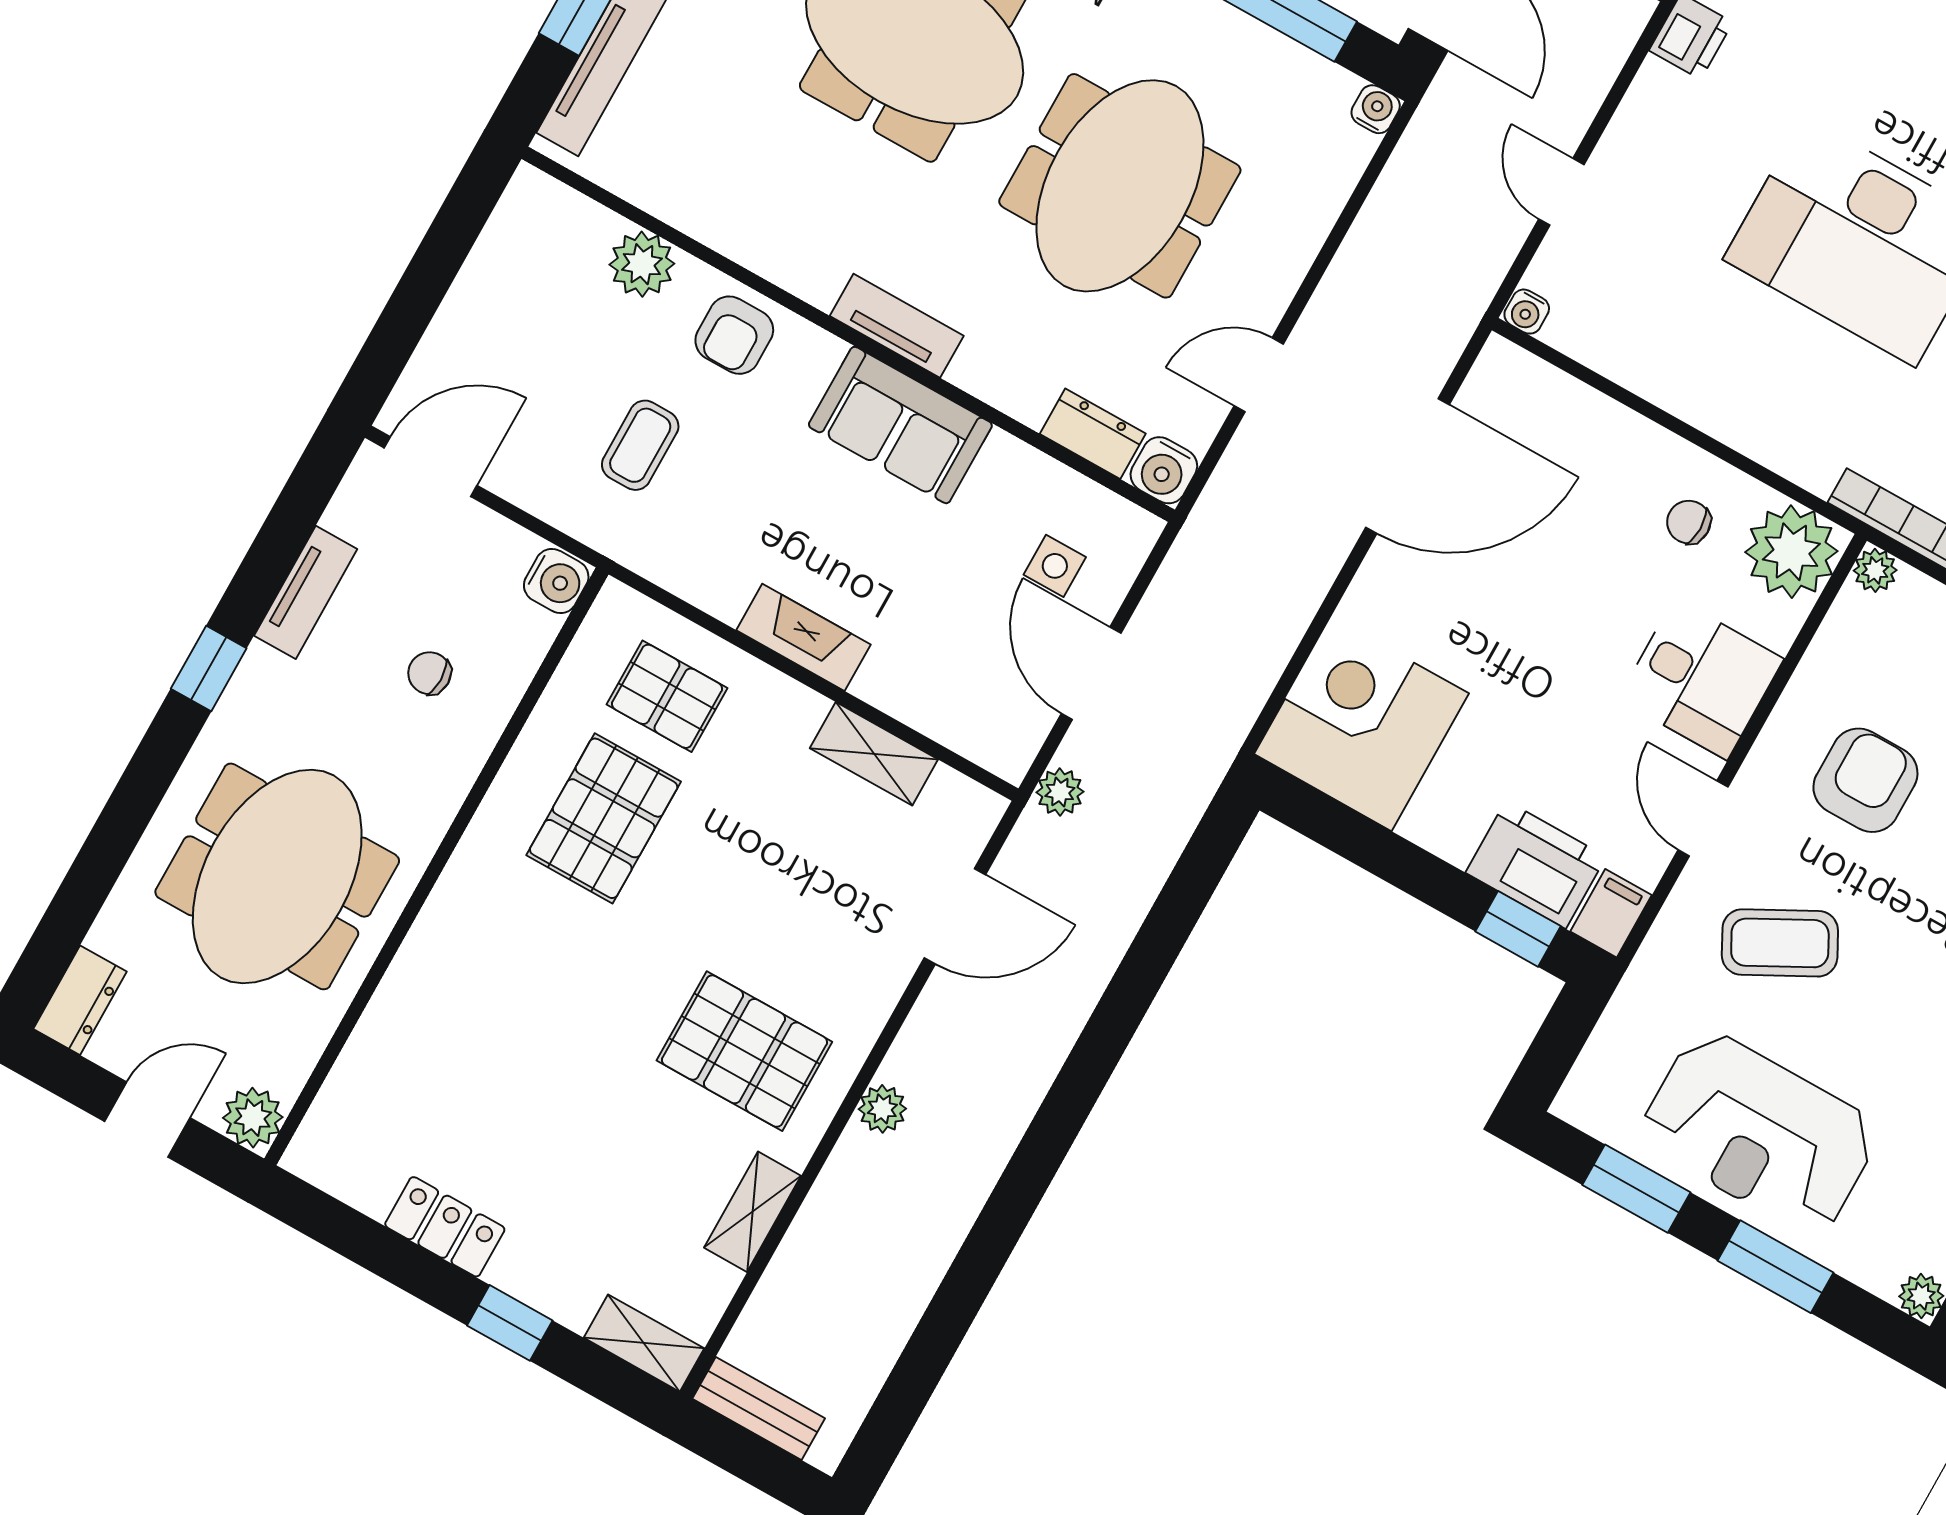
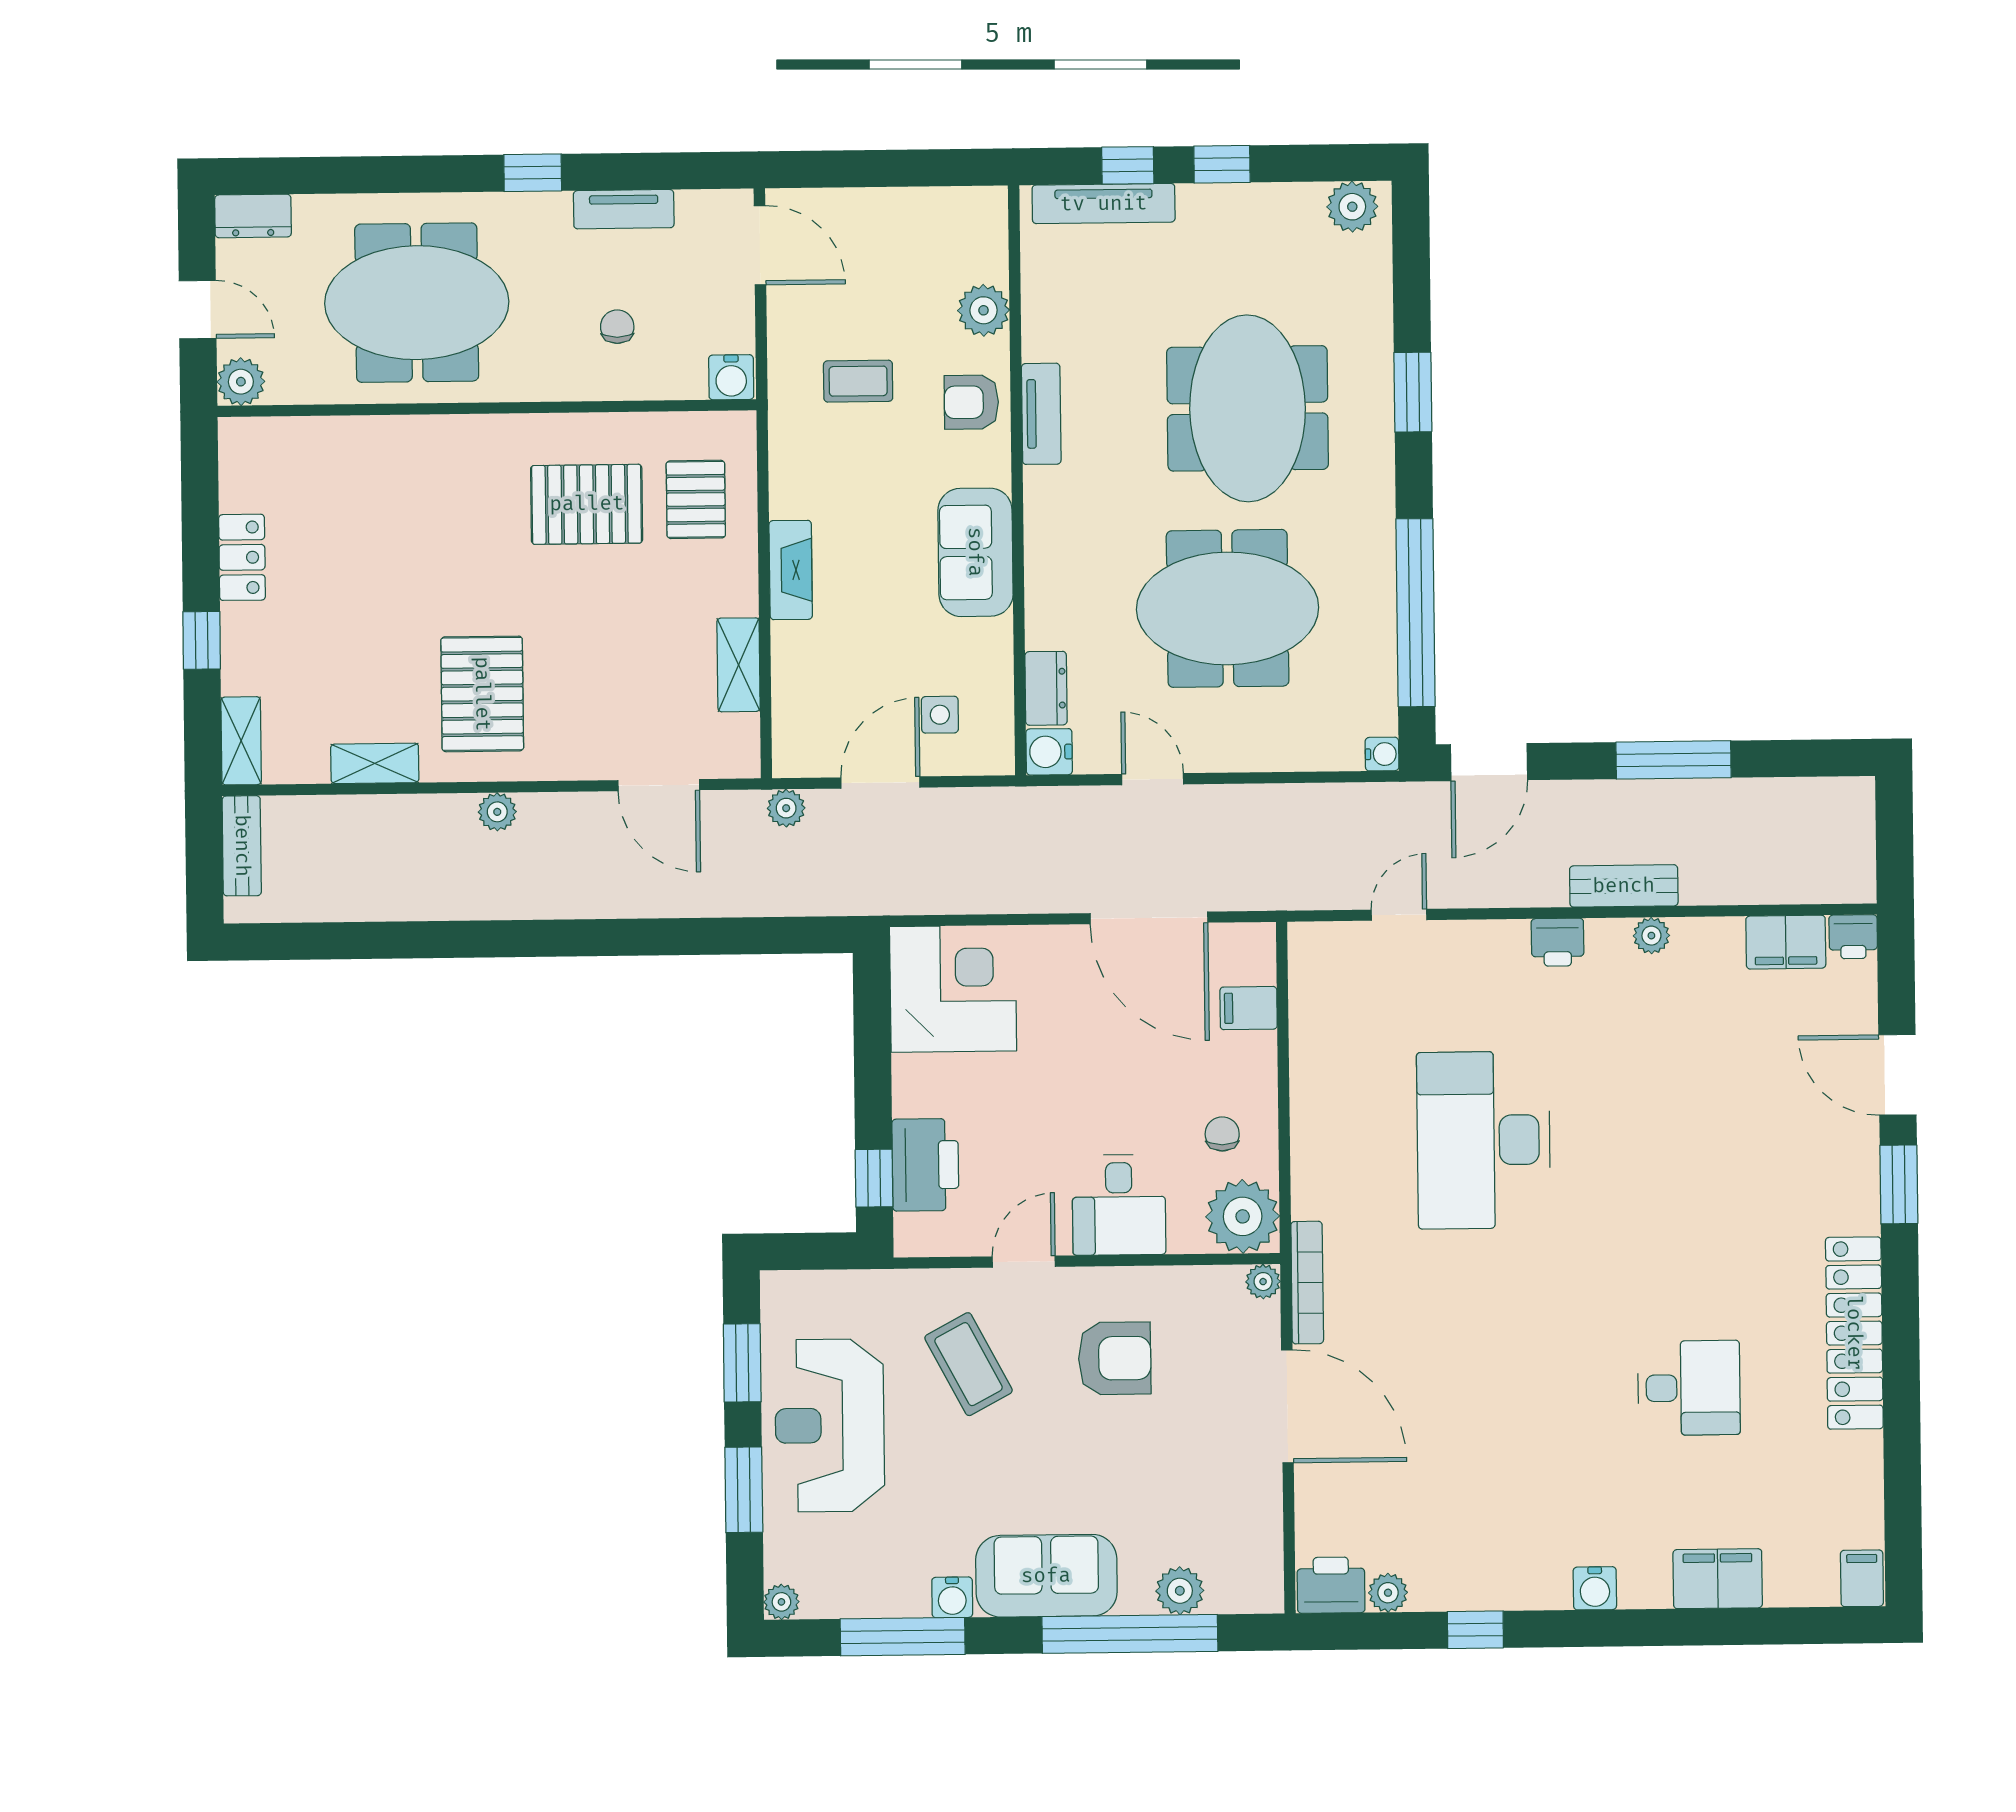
water cooler: (1527, 312) -> (1303, 939), removed
tv unit: (897, 326) -> (1041, 414), moved
filing cabinet: (1611, 913) -> (1249, 1008), moved, turned 180

